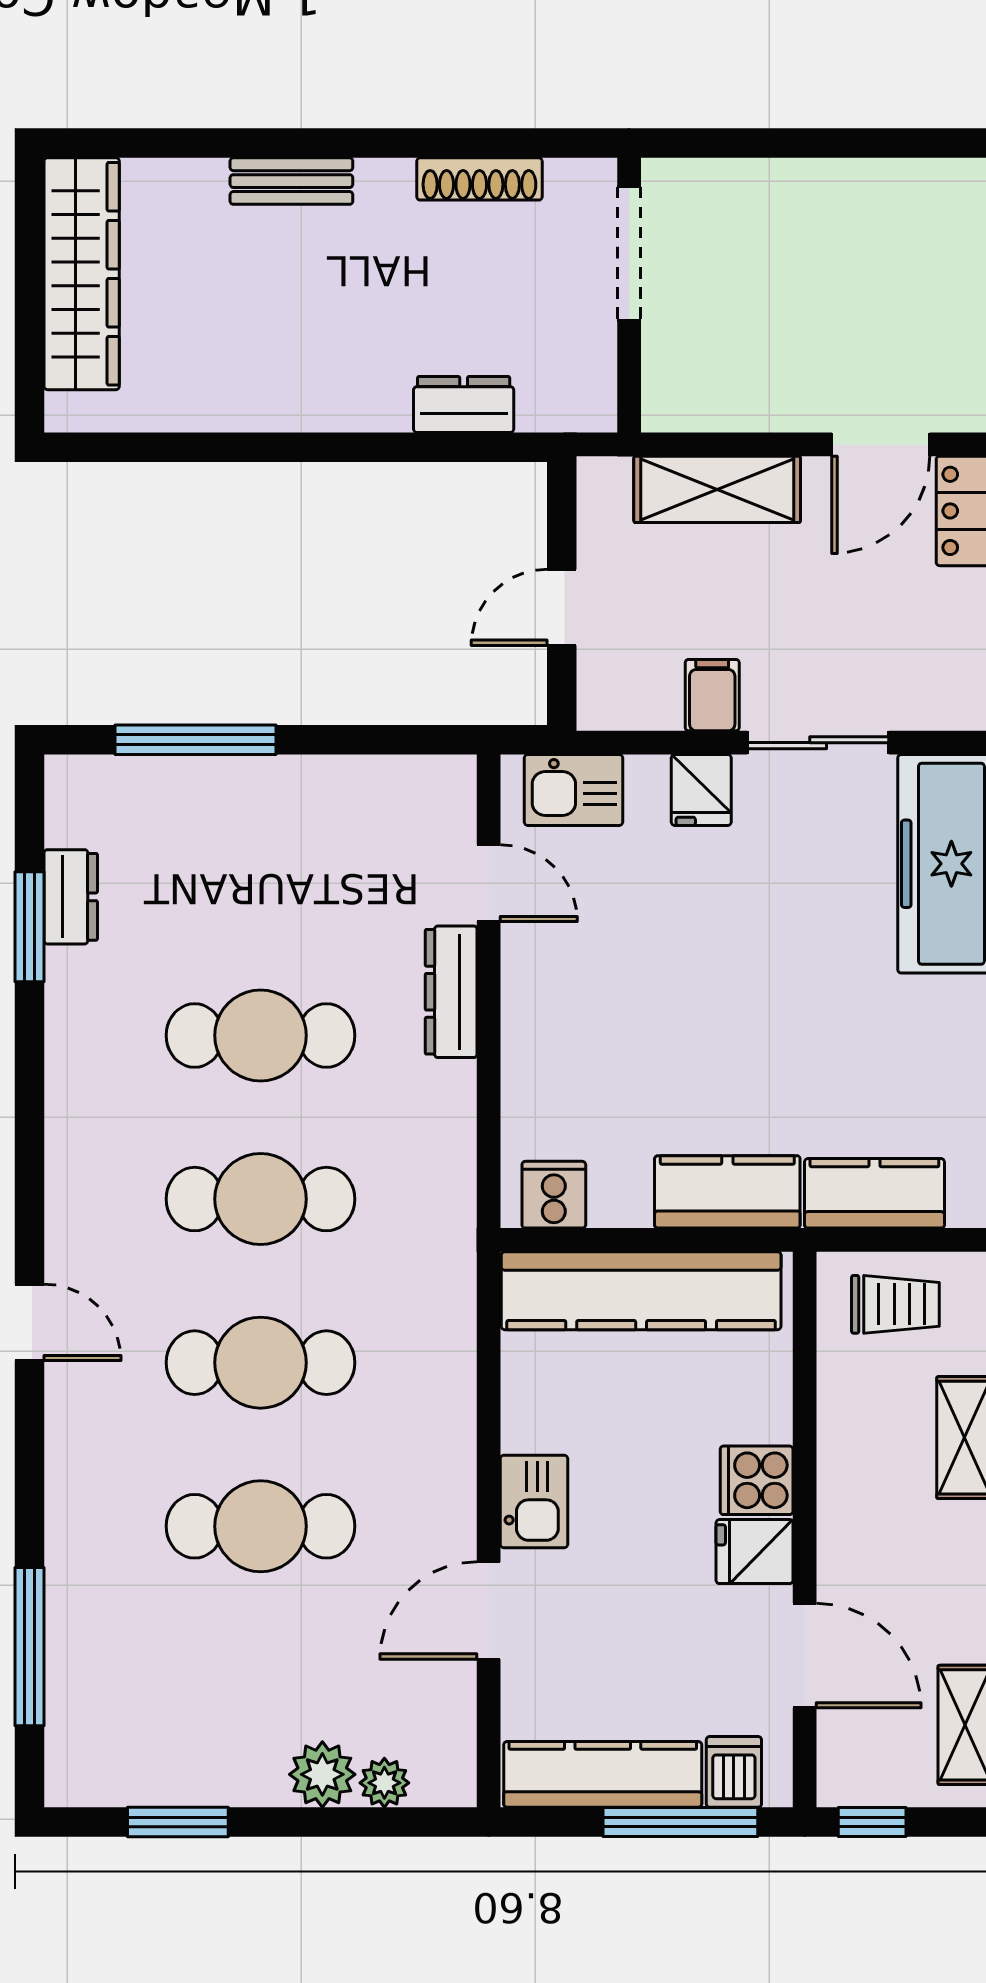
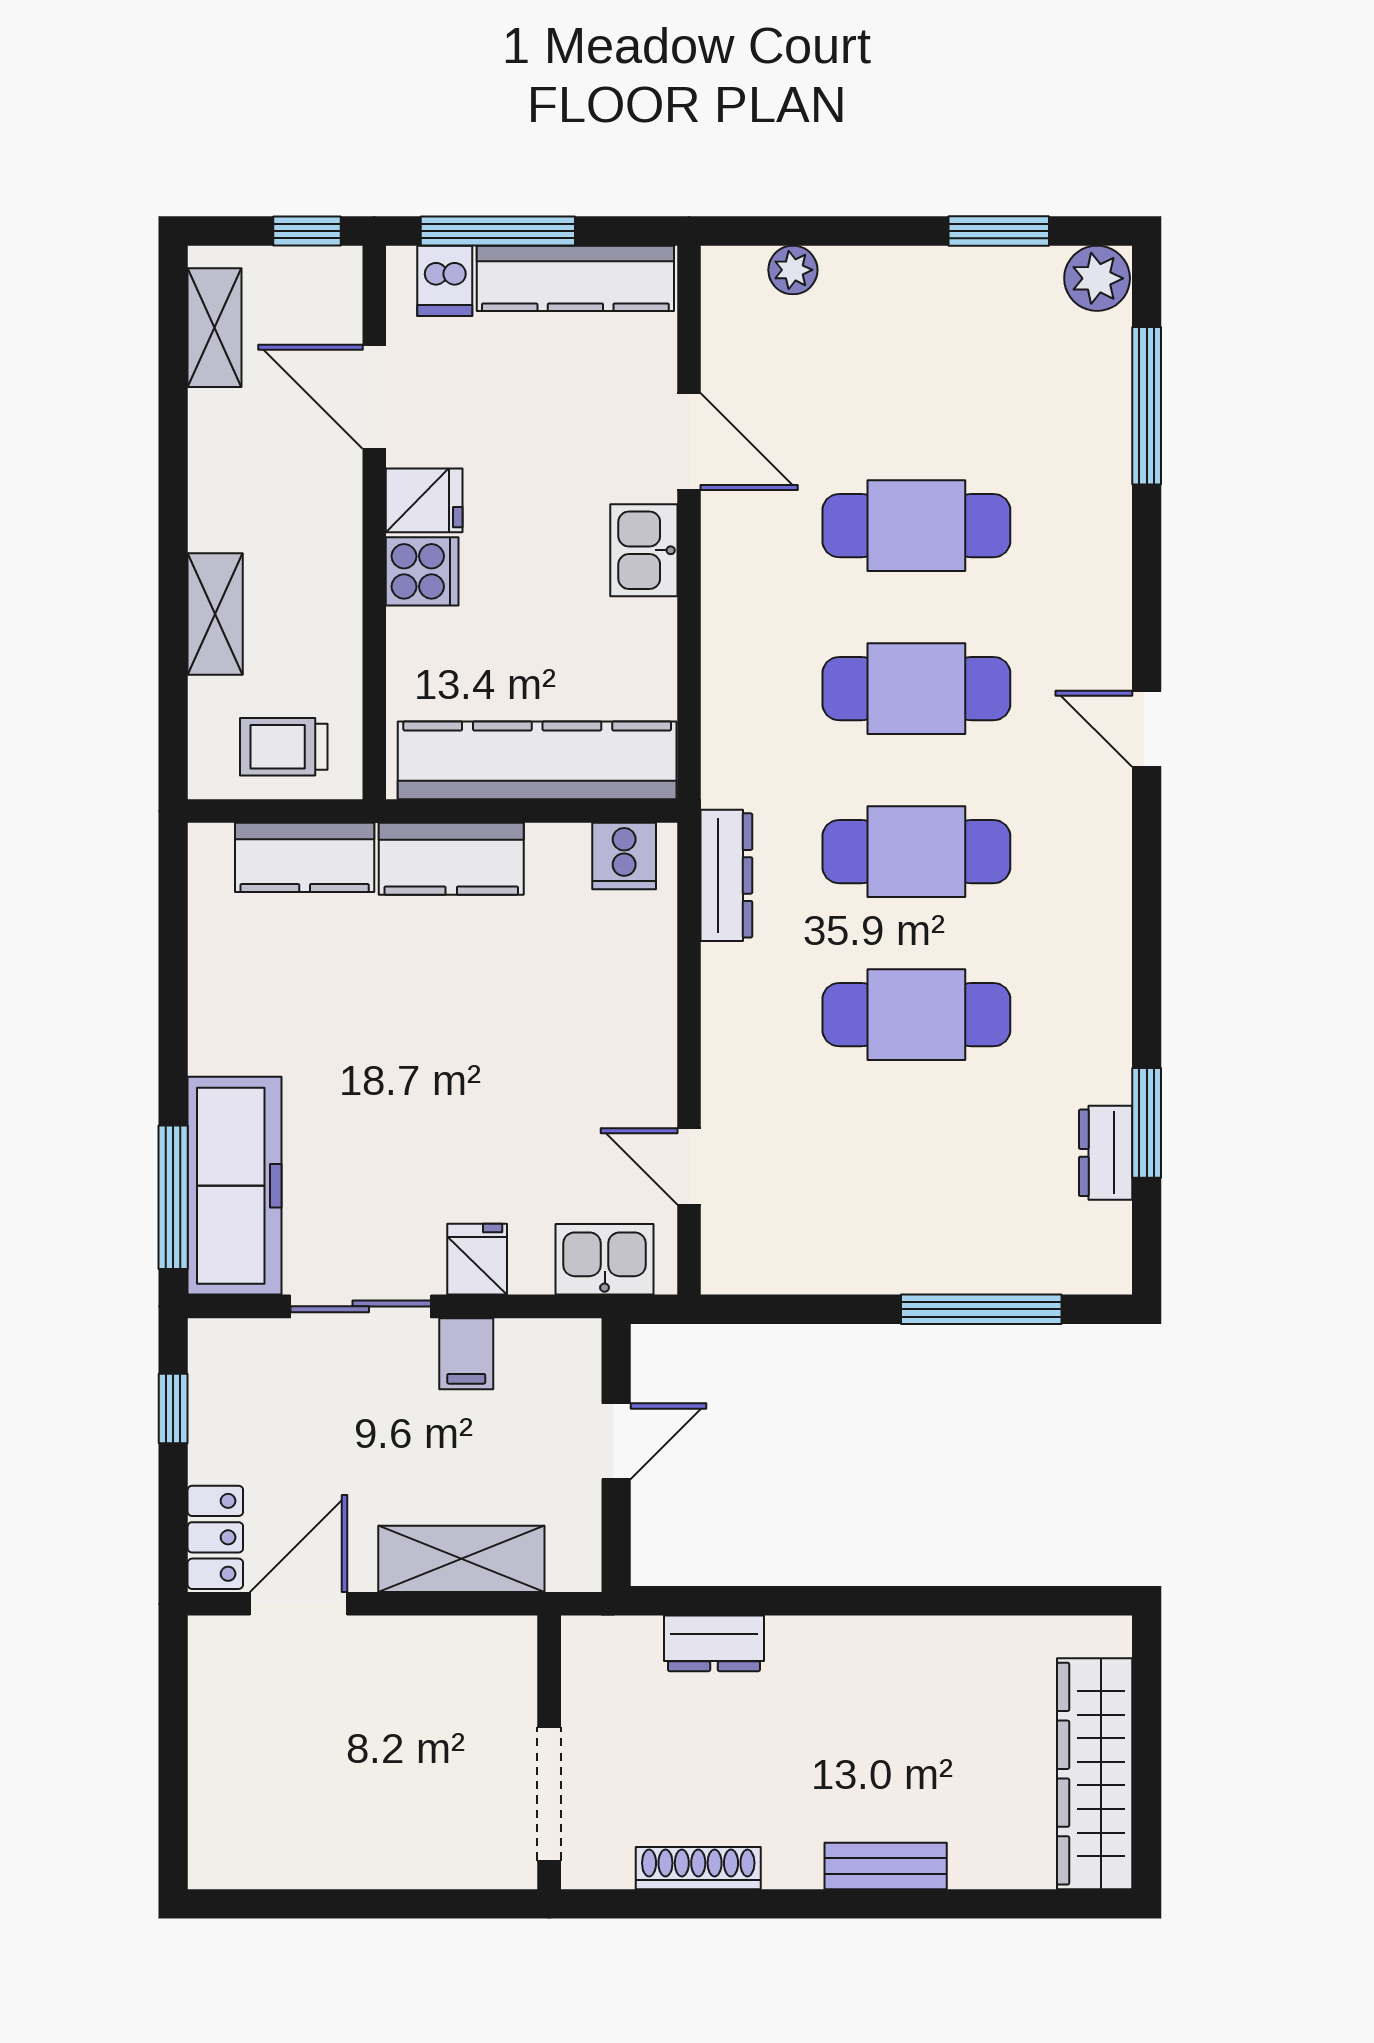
dresser: (451, 992) -> (726, 875), moved
door: (489, 1610) -> (689, 442), hinge flipped
plant: (322, 1774) -> (1097, 278), moved

